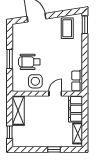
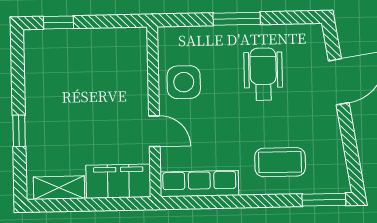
coffee table: (67, 28) -> (280, 162), moved
wheelchair: (29, 62) -> (263, 74), moved
row of seats: (77, 81) -> (199, 184), width x1.48
shelving: (18, 111) -> (112, 42), removed

